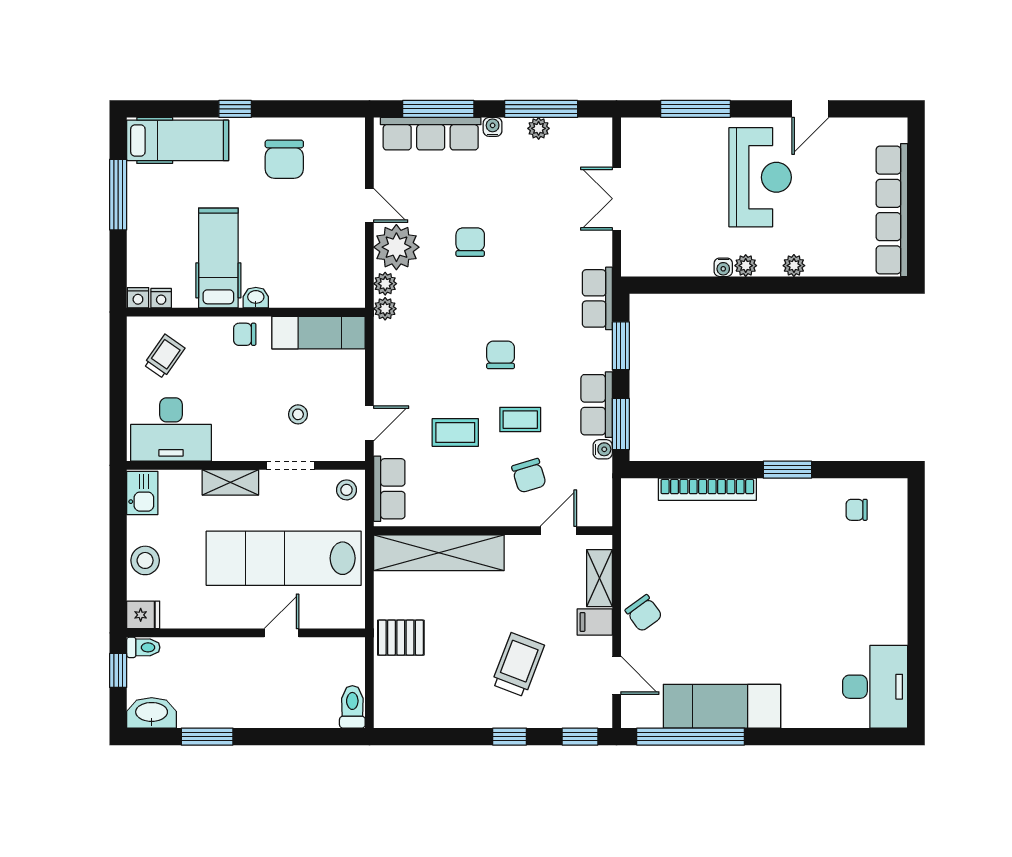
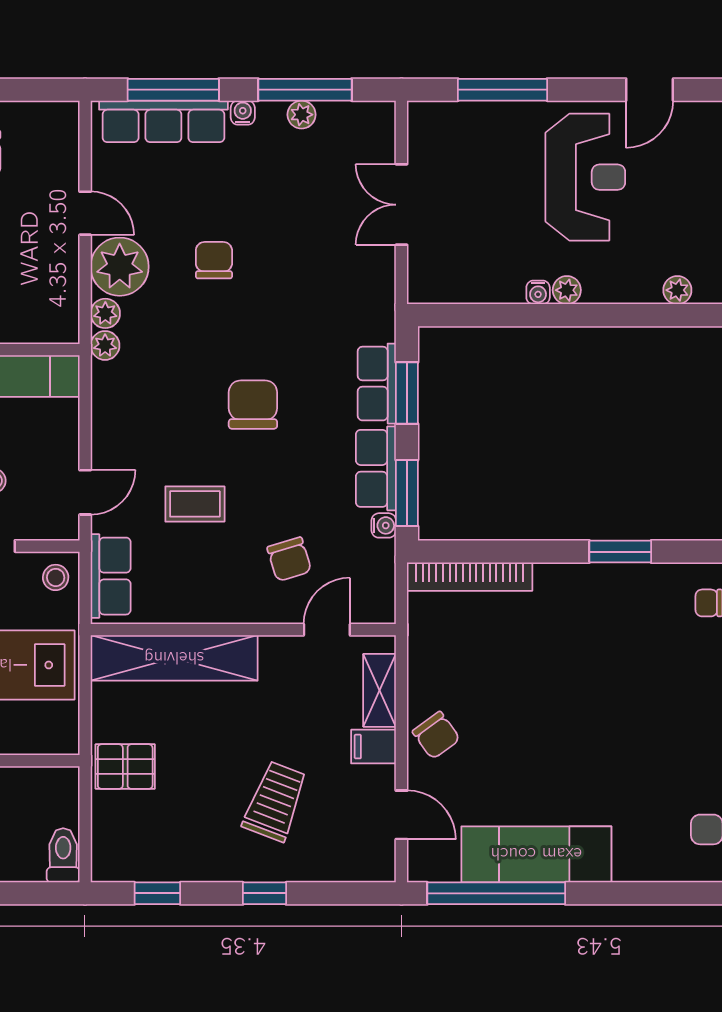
plant: (794, 266) -> (677, 290), moved
row of seats: (597, 298) -> (377, 384), moved
chair: (501, 355) -> (253, 405), width x1.37, depth x1.37
coffee table: (520, 420) -> (278, 487), removed
bookcase: (707, 489) -> (470, 577), moved
window: (580, 737) -> (157, 893), moved

